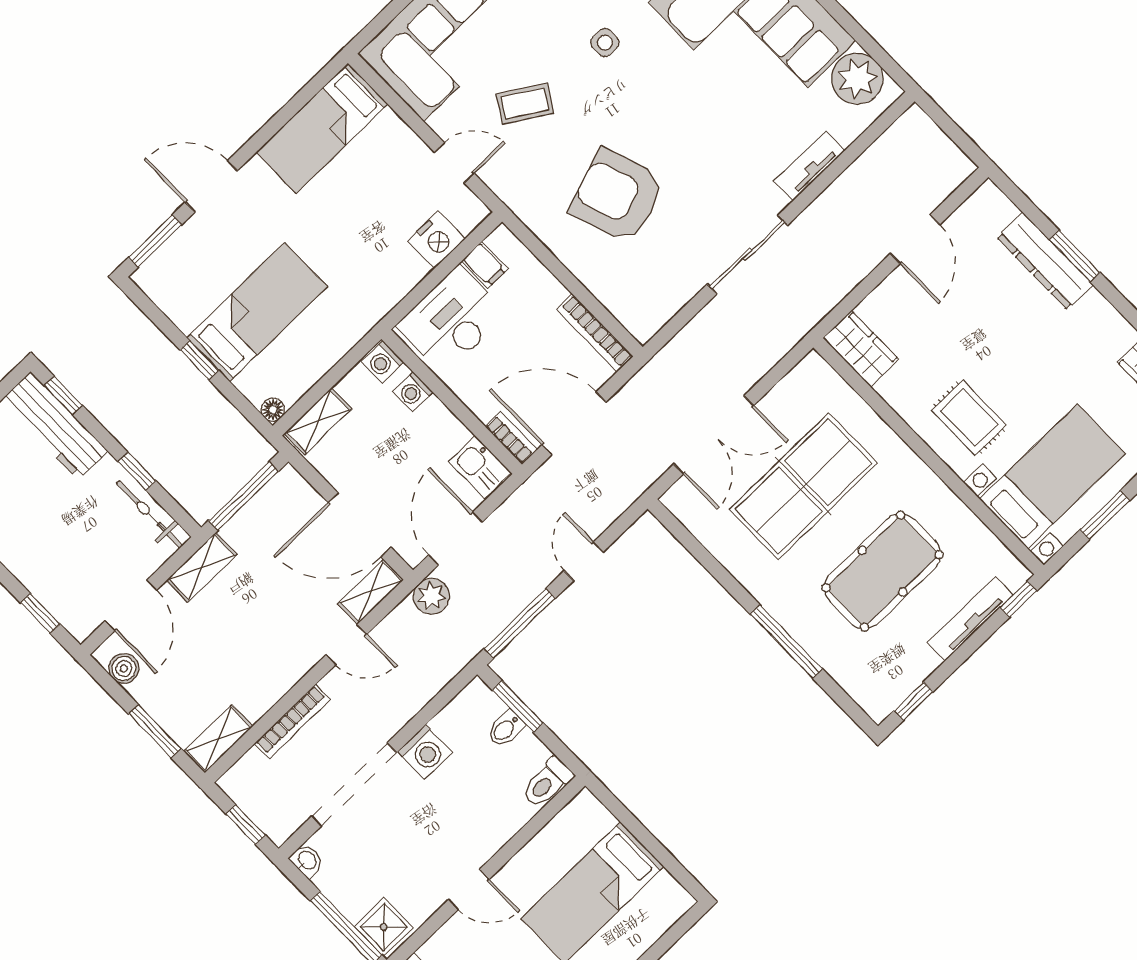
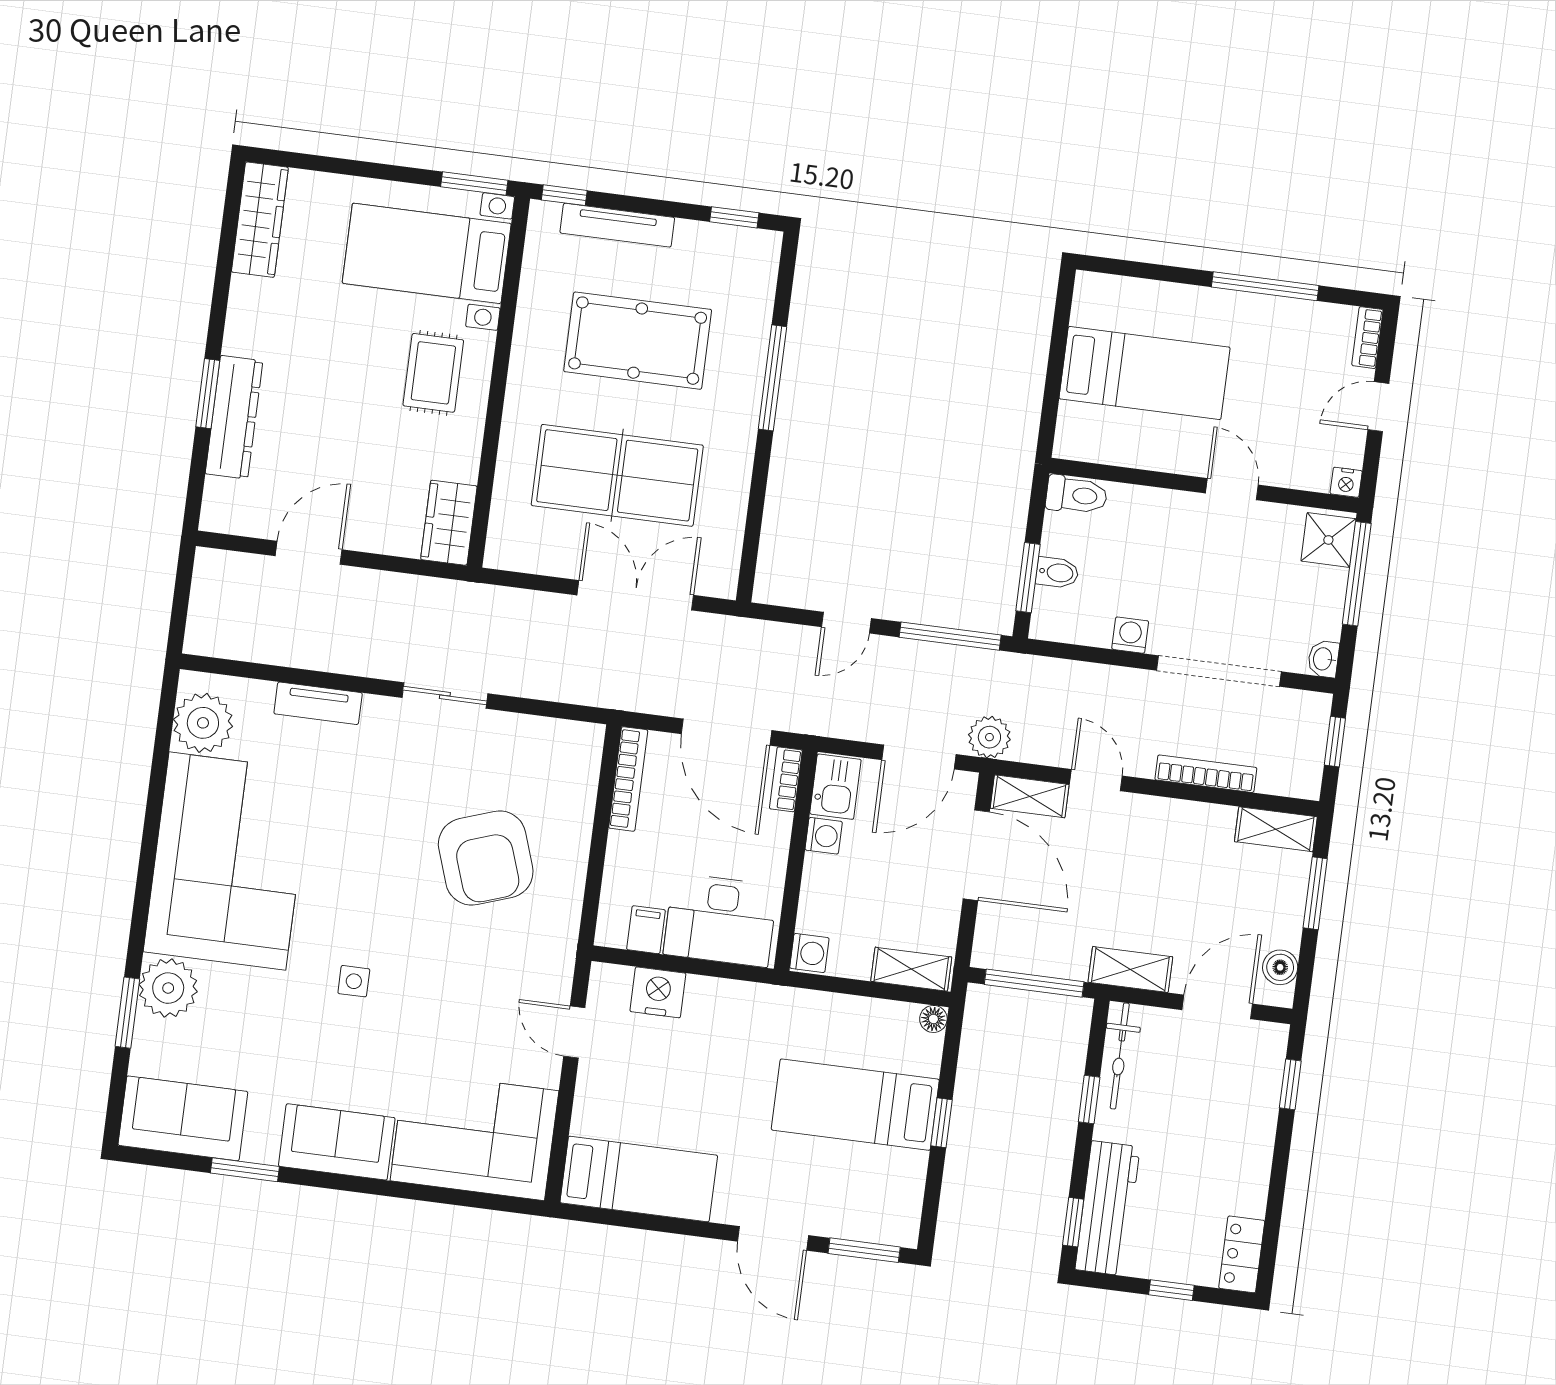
coffee table: (525, 104) -> (468, 1010), removed
sliding door: (748, 255) -> (445, 696), width x0.73
washing machine: (413, 392) -> (824, 836), moved
window: (1105, 515) -> (474, 184), moved
washing machine: (425, 752) -> (1130, 635), width x0.73, depth x0.73

